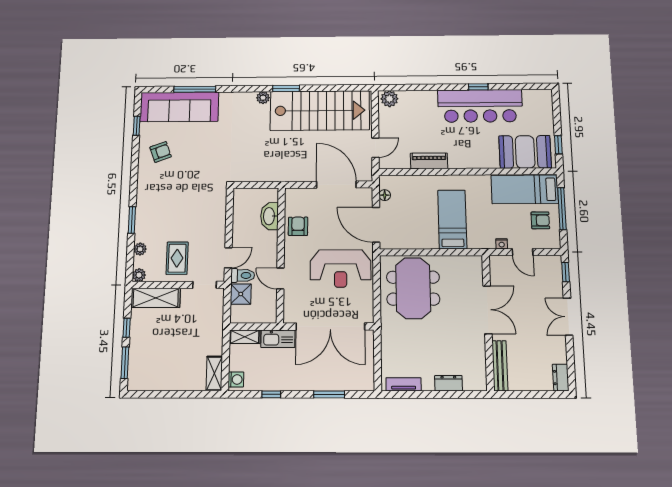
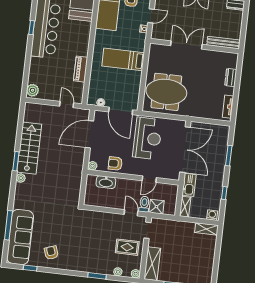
stairs: (320, 111) -> (29, 148), width x0.73, depth x0.66
plant: (291, 194) -> (92, 166), added
door: (376, 225) -> (121, 111), hinge flipped

